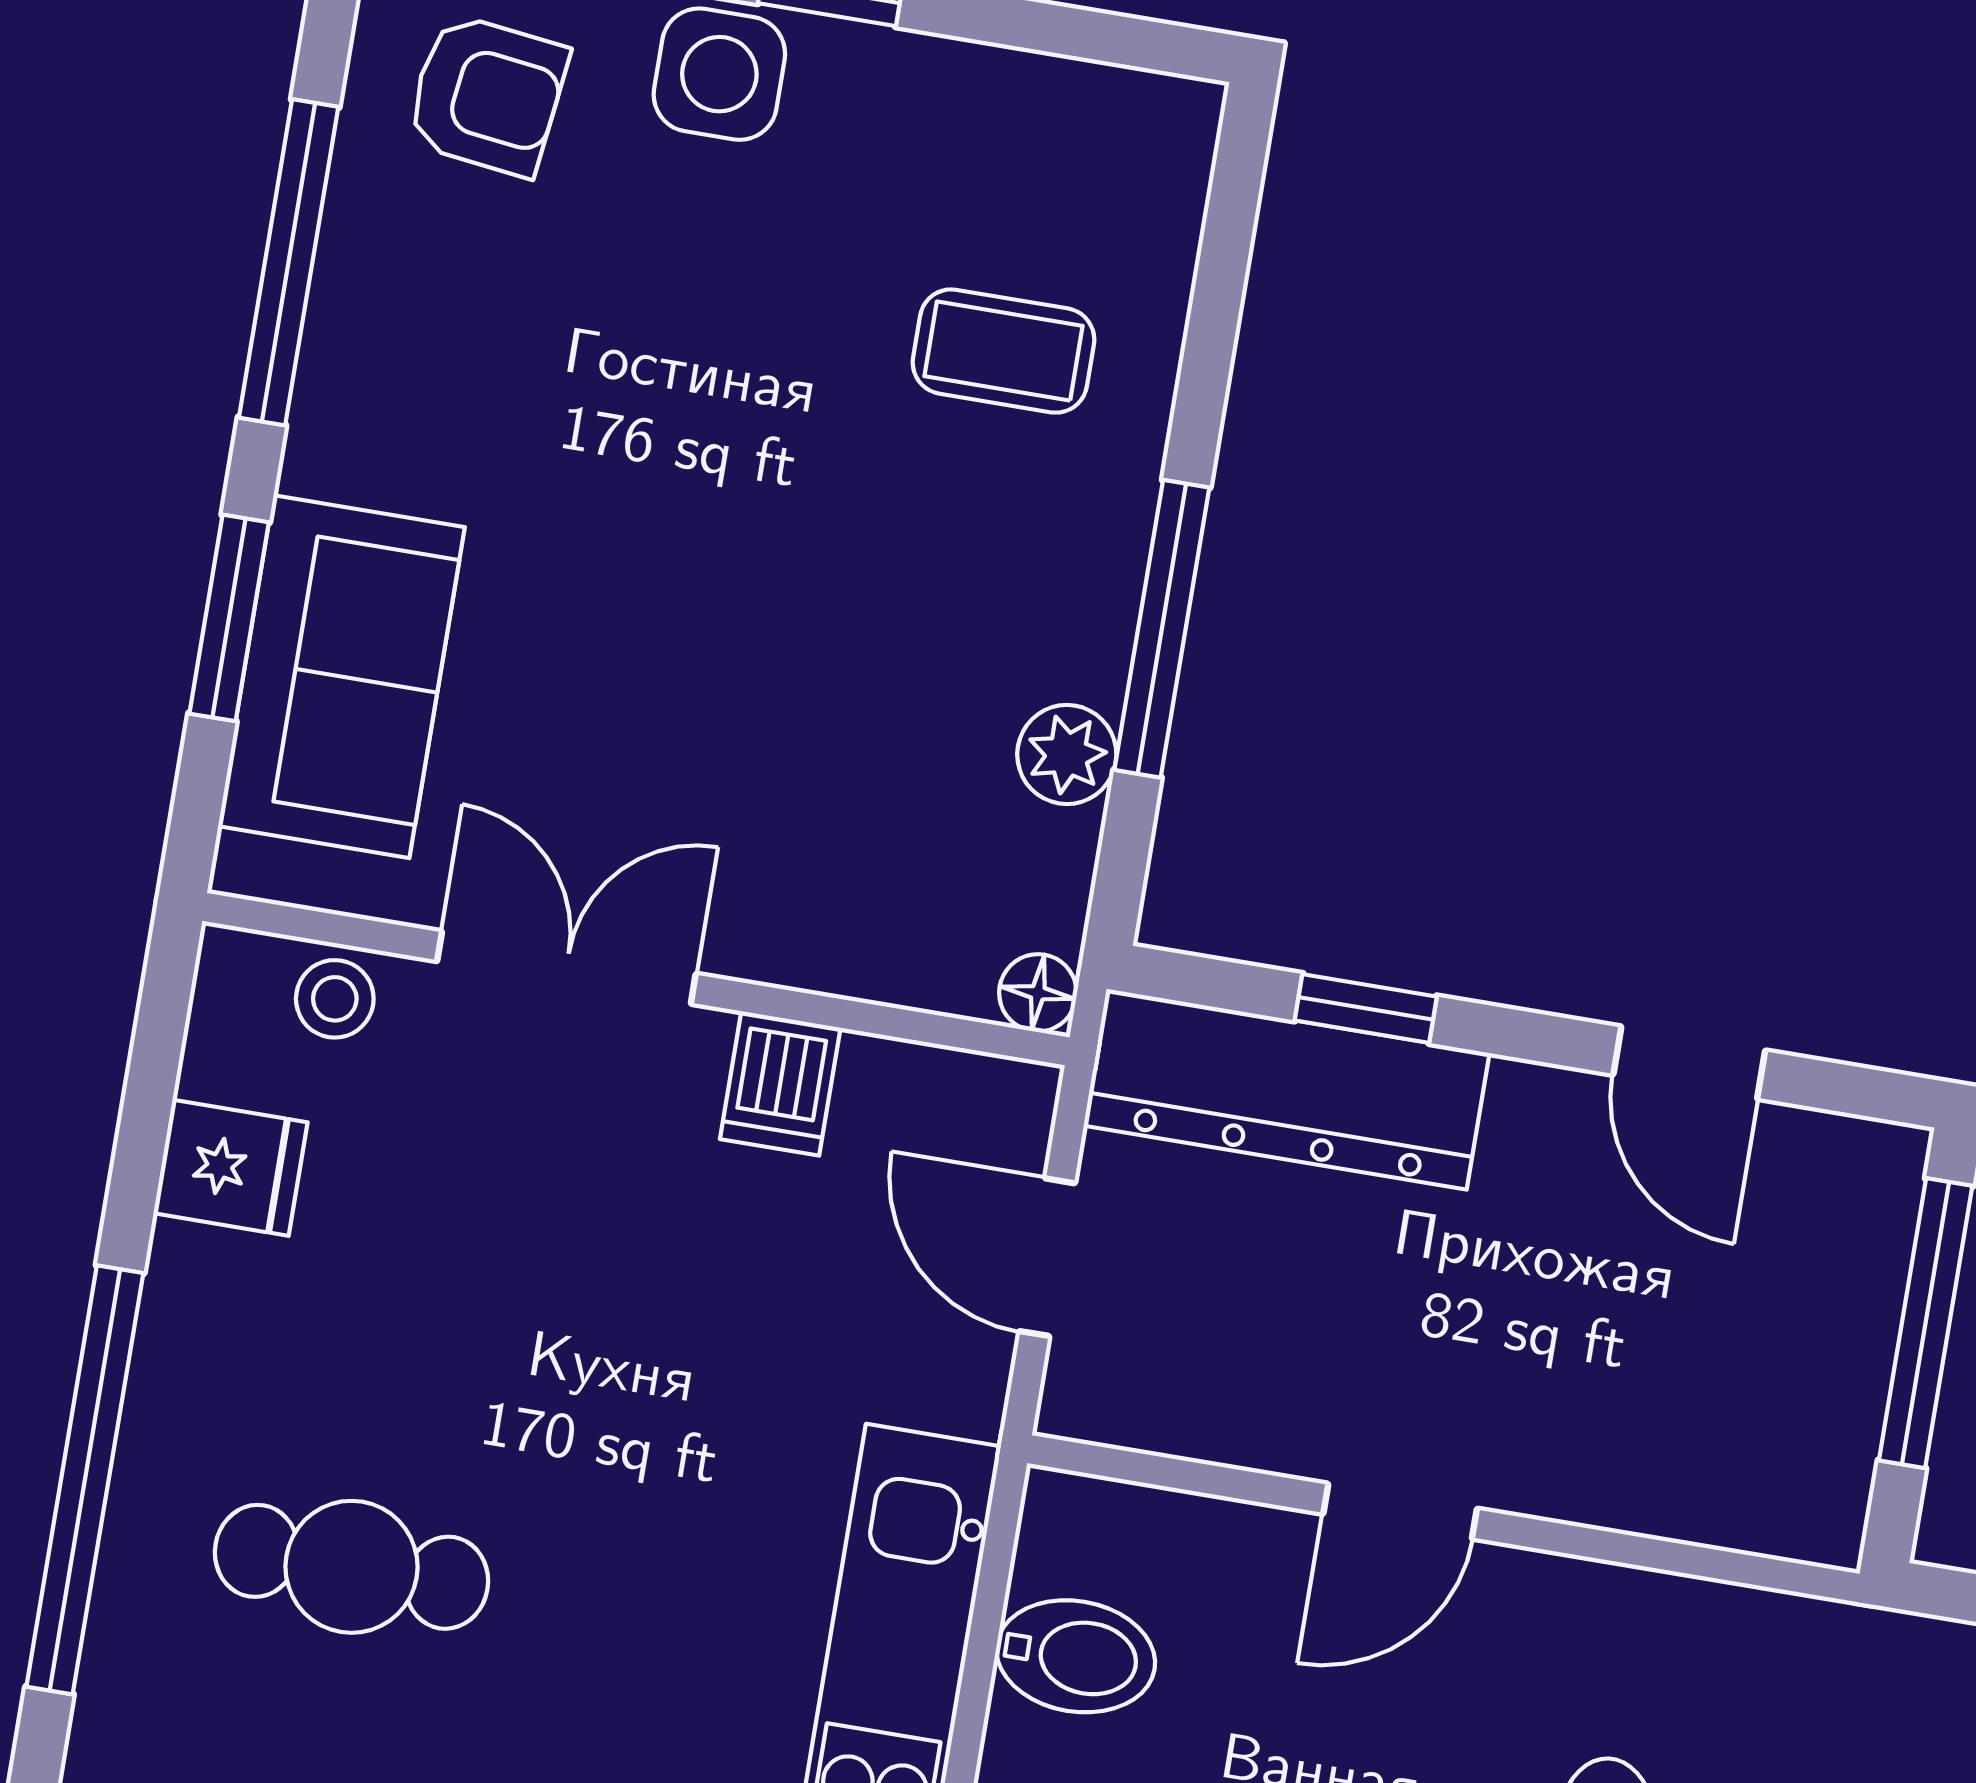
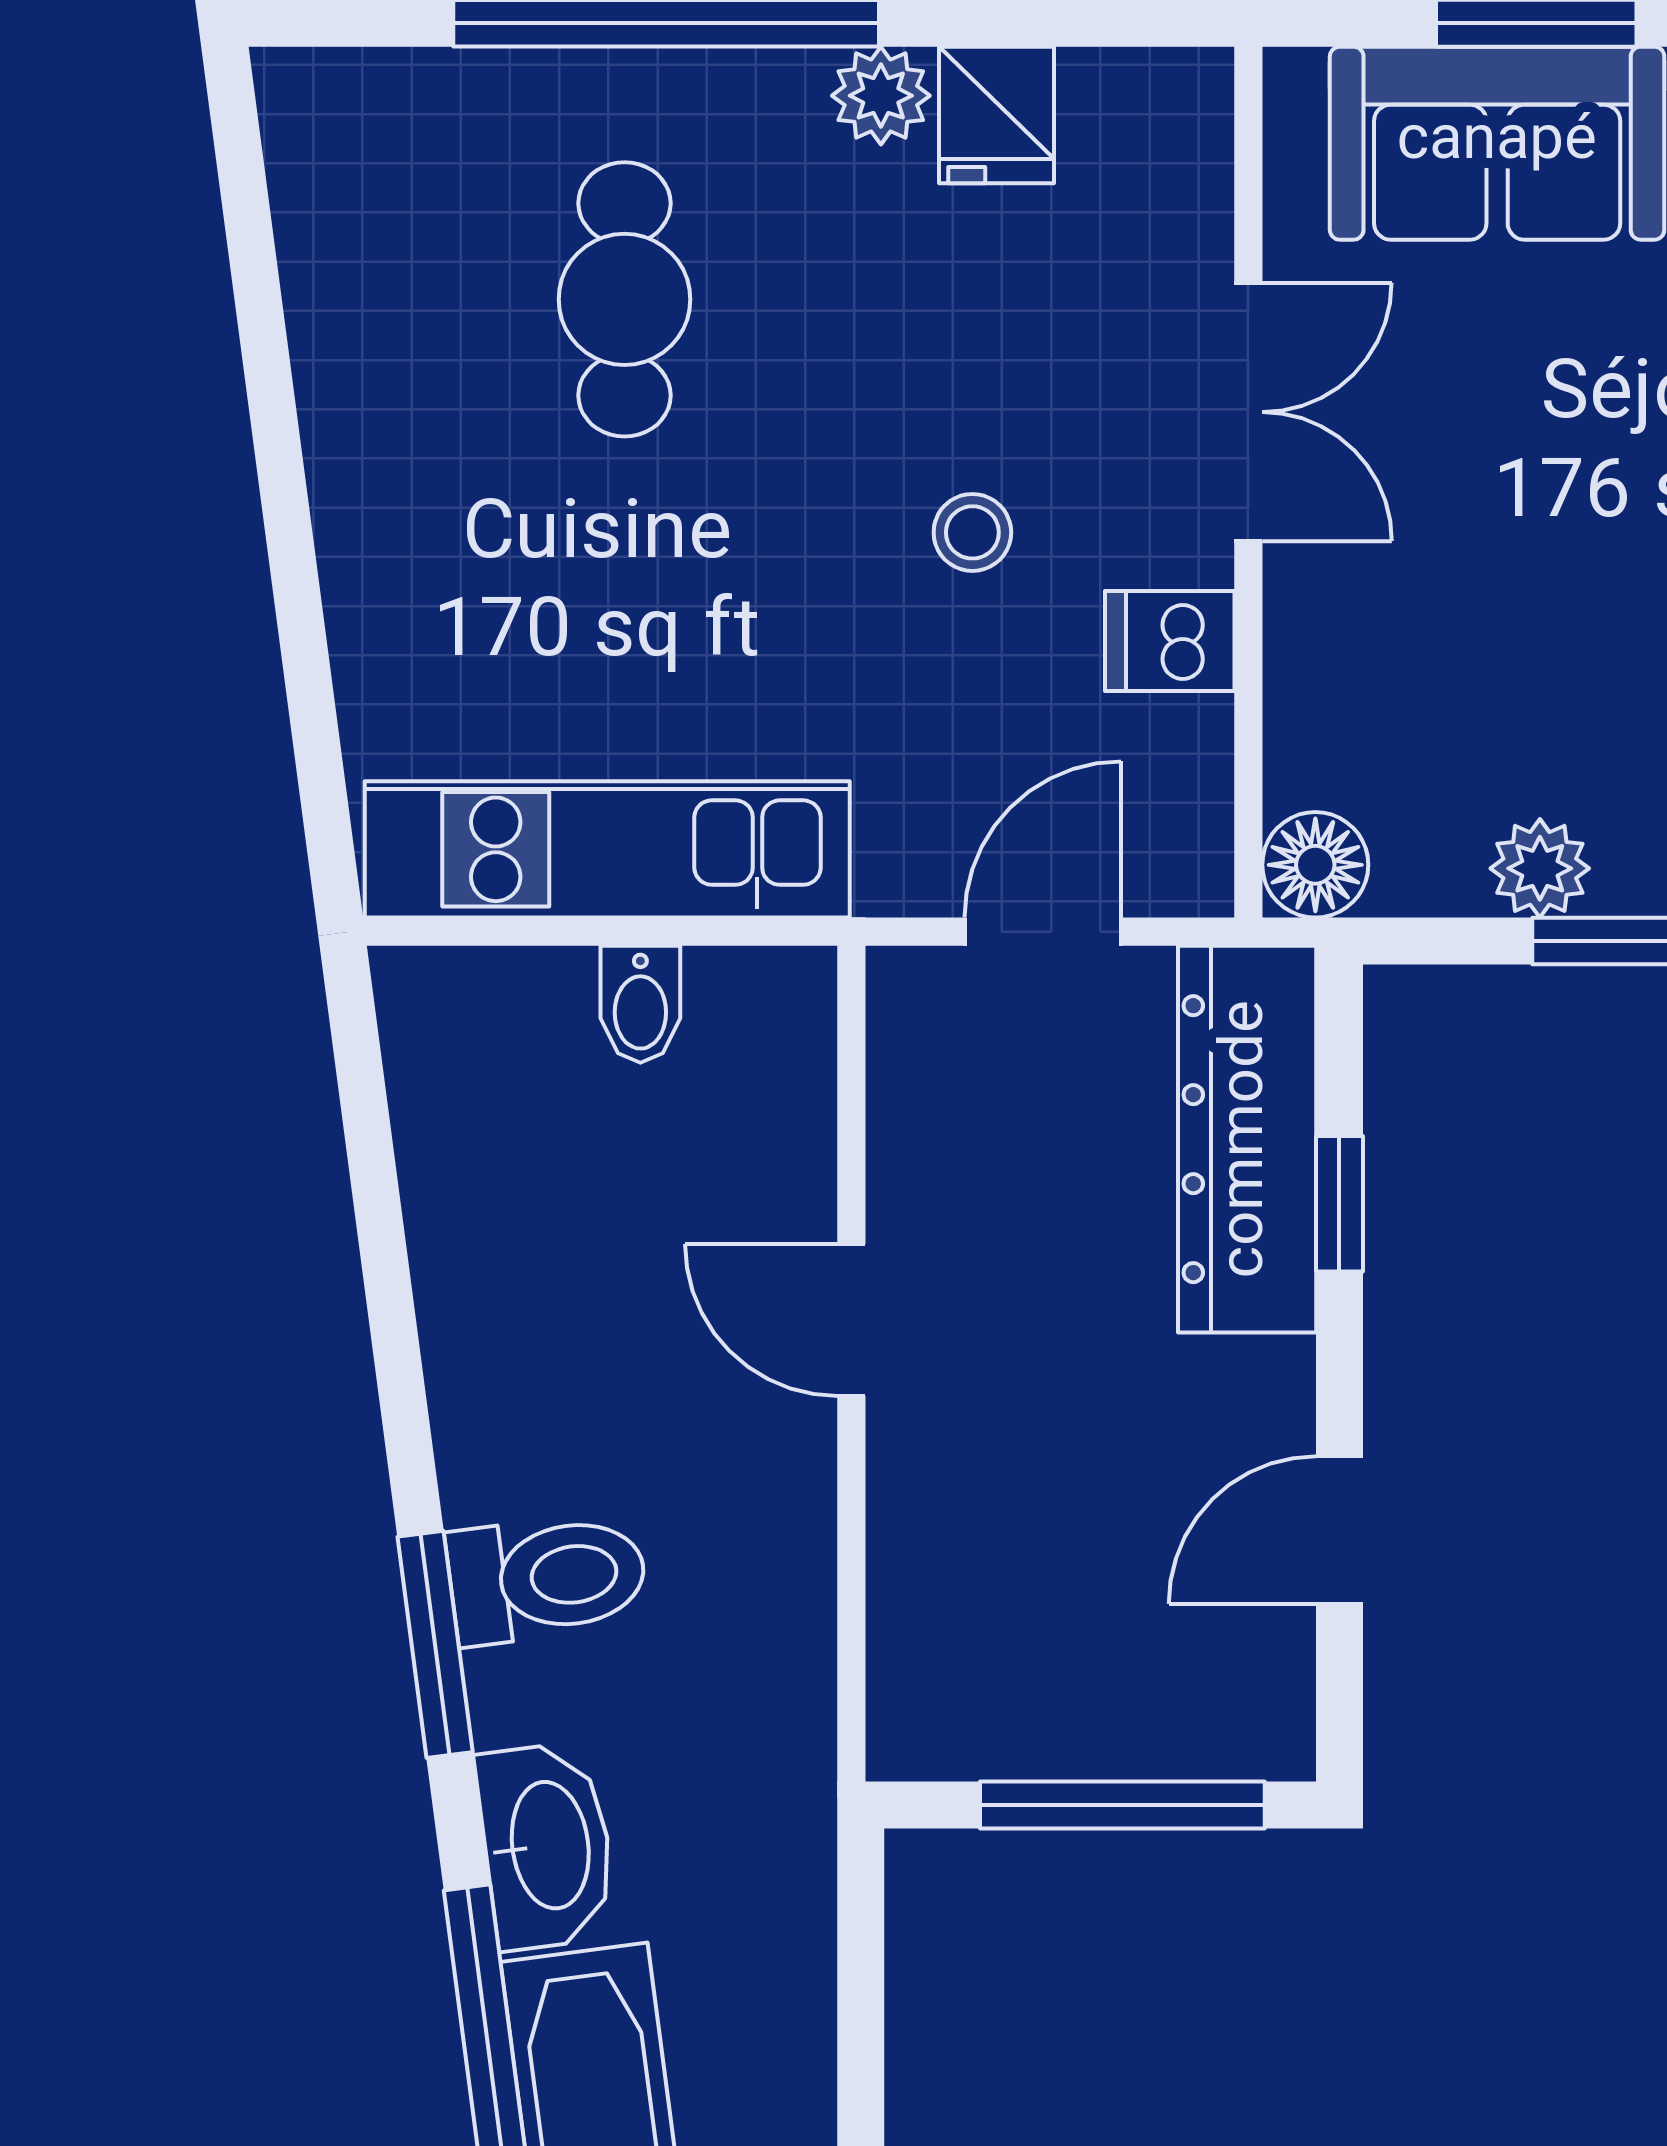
floor lamp: (1038, 993) -> (1315, 865), width x1.37, depth x1.37
stool: (335, 999) -> (972, 532), moved
plant: (192, 1279) -> (881, 96), added
bidet: (1076, 1656) -> (640, 1004), width x0.72, depth x0.74

